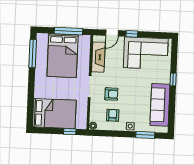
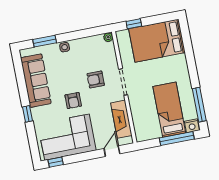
window: (69, 31) -> (177, 139), moved
window: (132, 34) -> (56, 162), moved
nightstand: (43, 38) -> (192, 126), added
bed: (63, 56) -> (169, 110), width x0.67
armchair: (113, 115) -> (73, 101), moved

